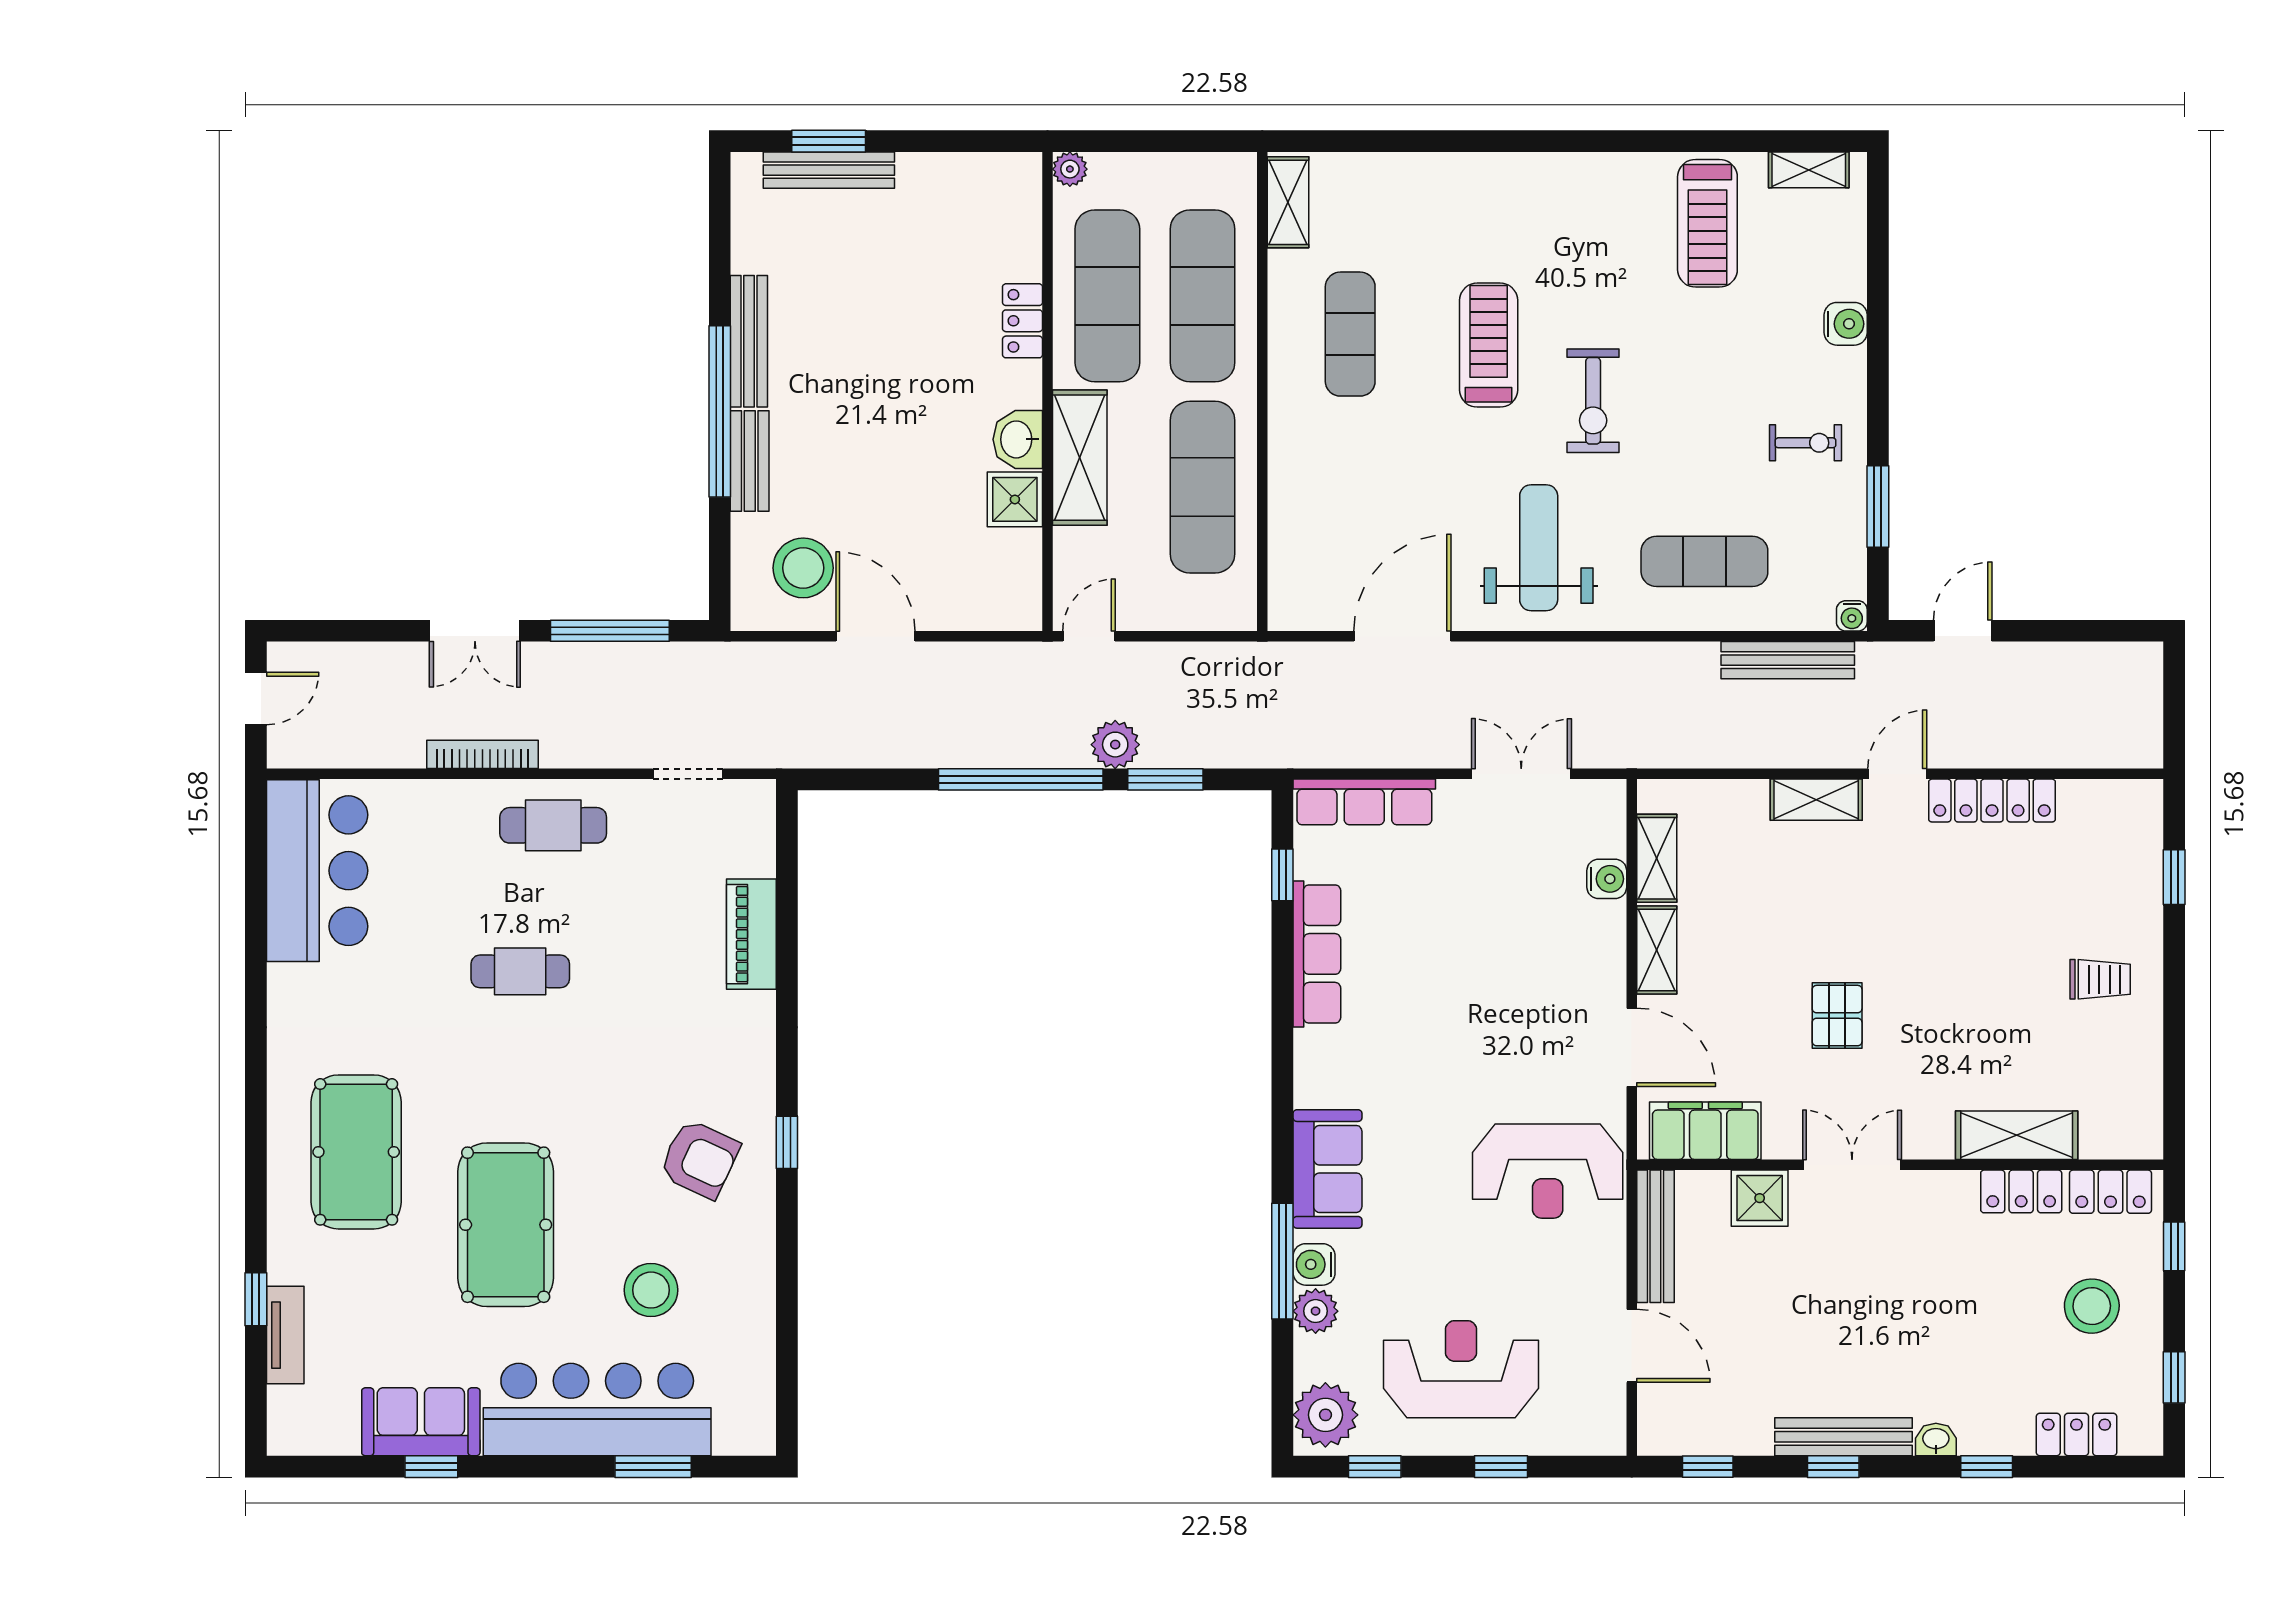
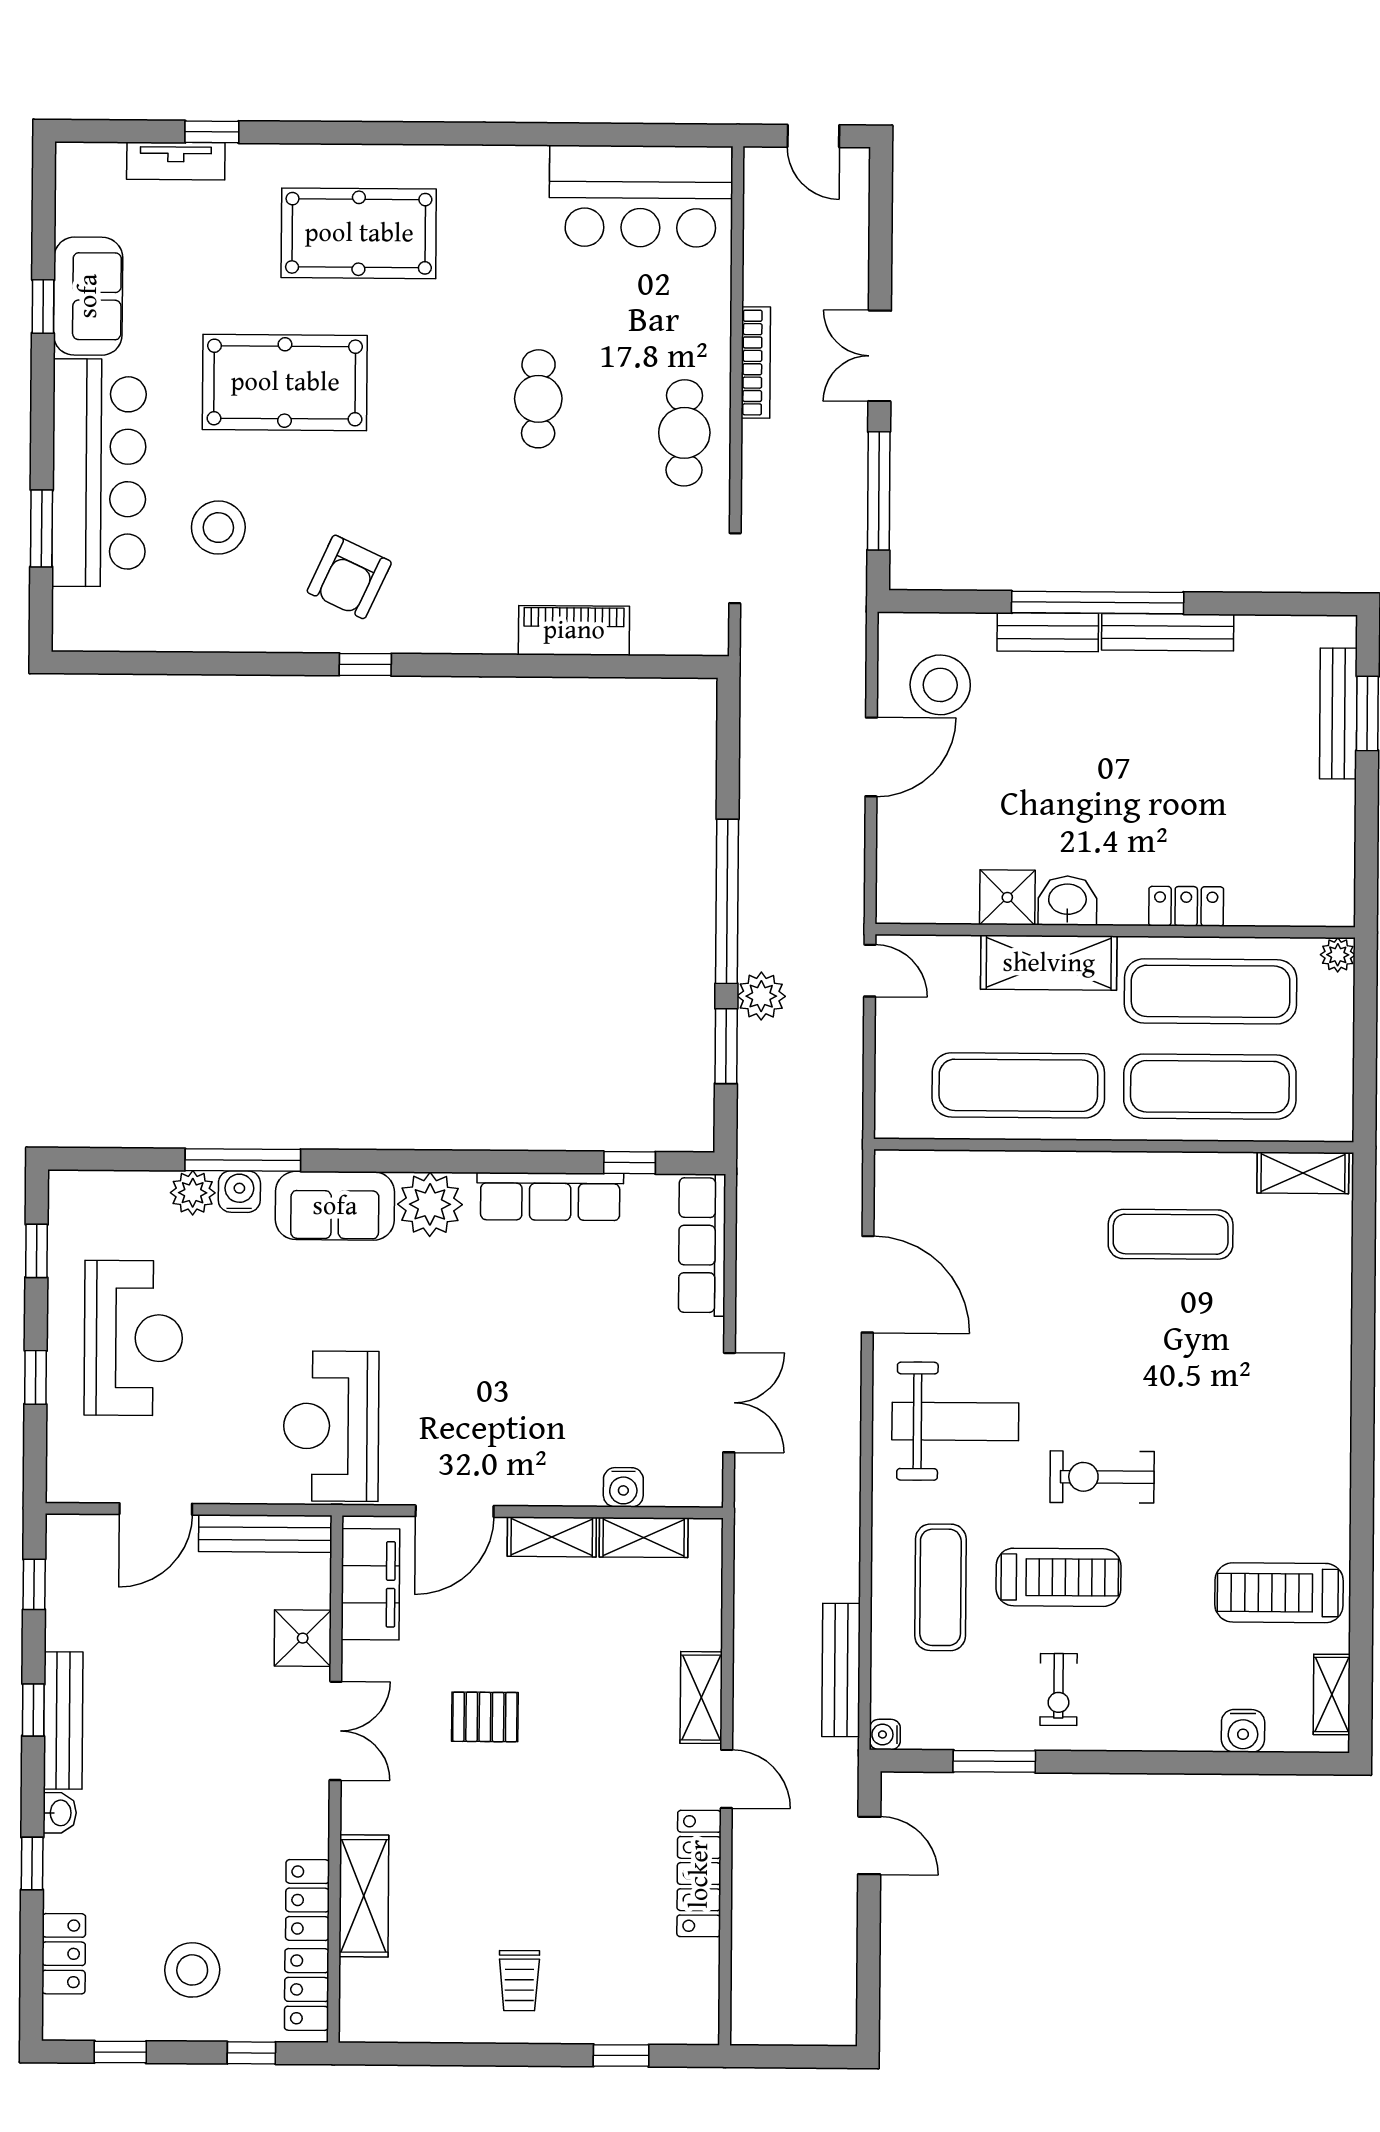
water cooler: (1846, 324) -> (1243, 1731), moved
treadmill: (1489, 345) -> (1059, 1577), moved
plant: (1325, 1415) -> (430, 1204), moved

